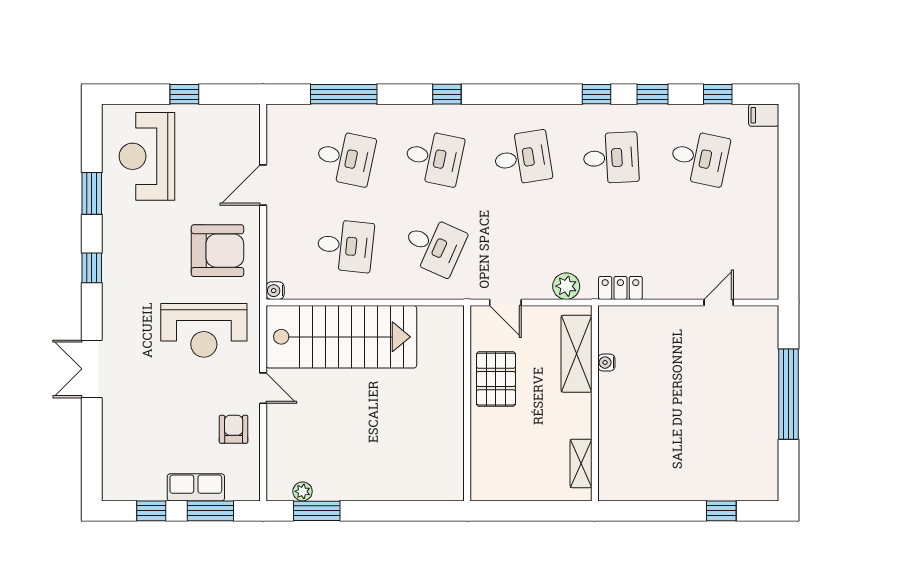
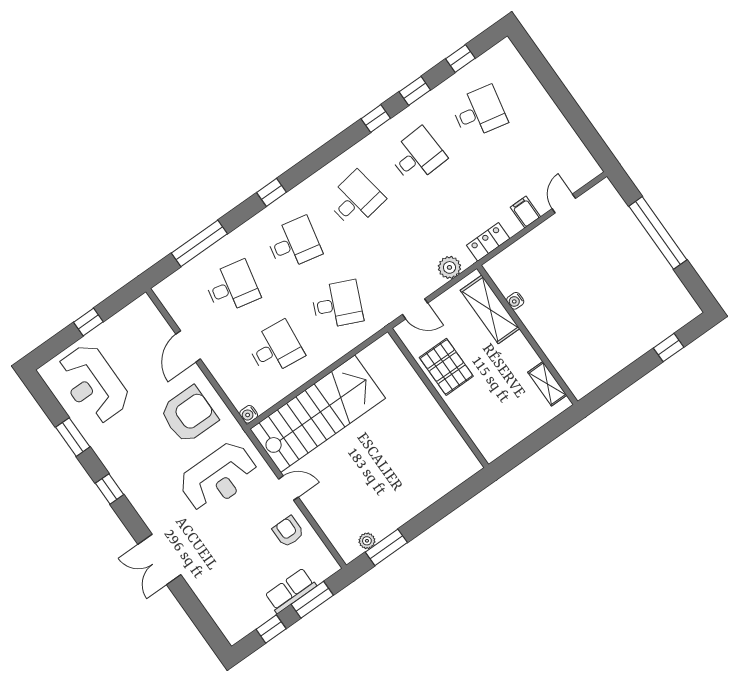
filing cabinet: (764, 115) -> (525, 212), moved, turned 90

